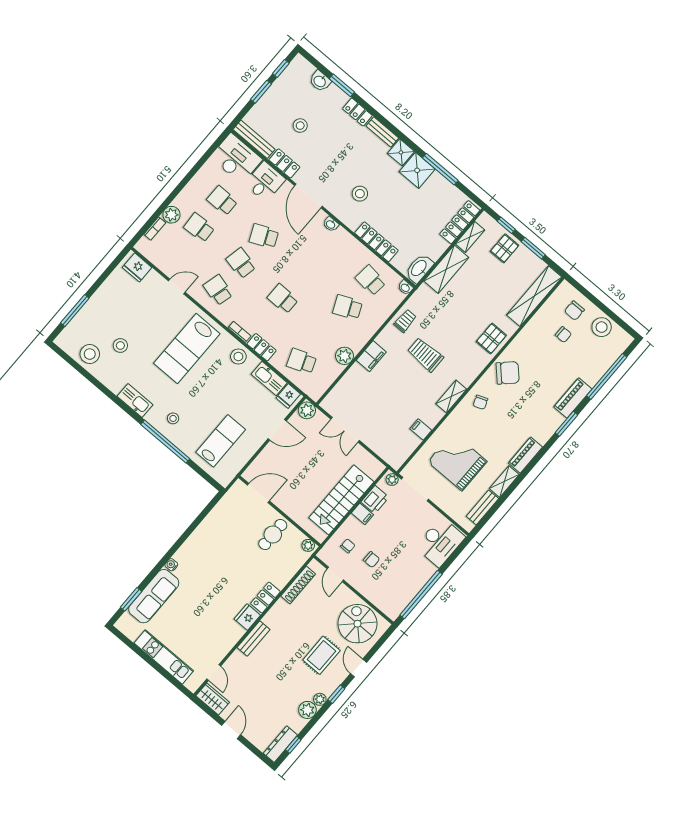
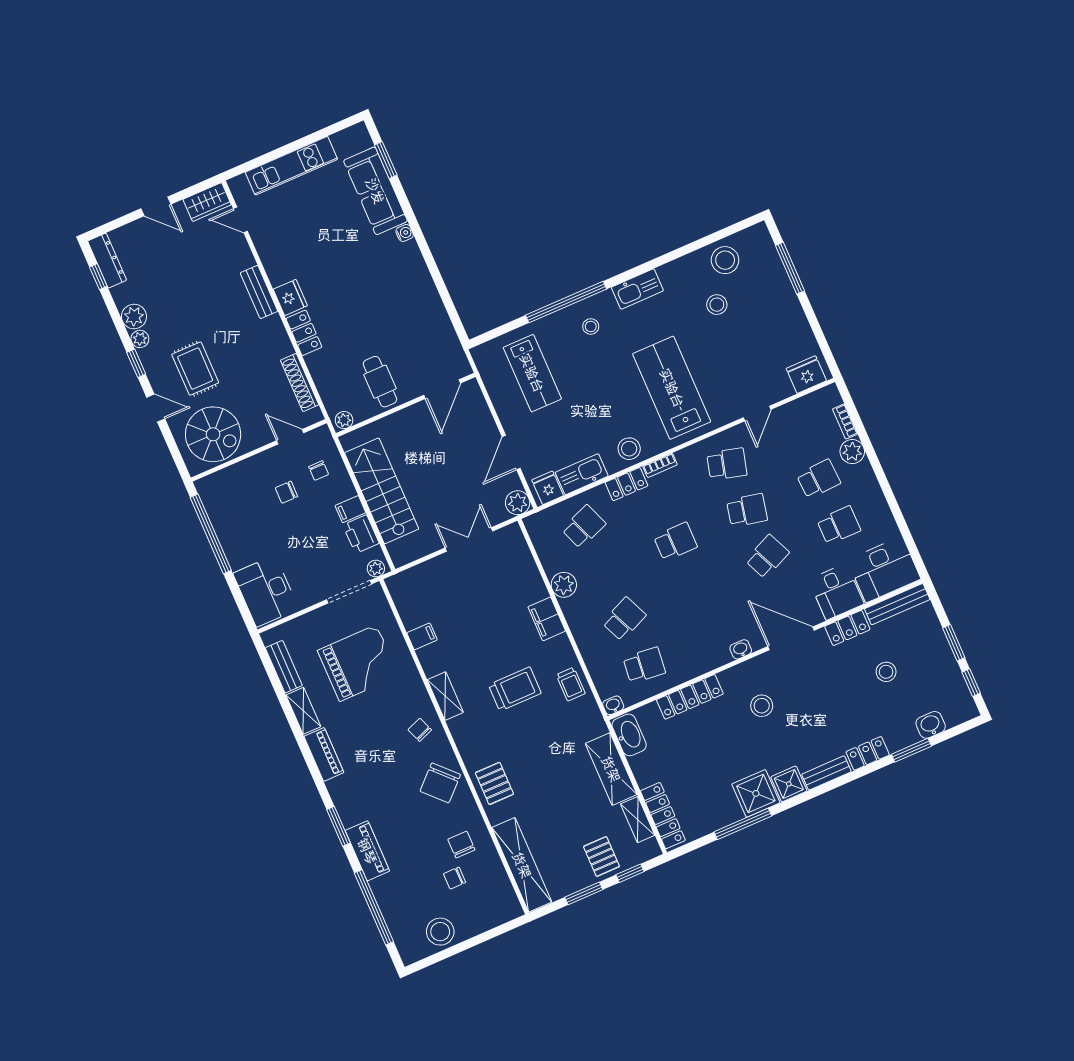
chair: (574, 311) -> (461, 845), moved

